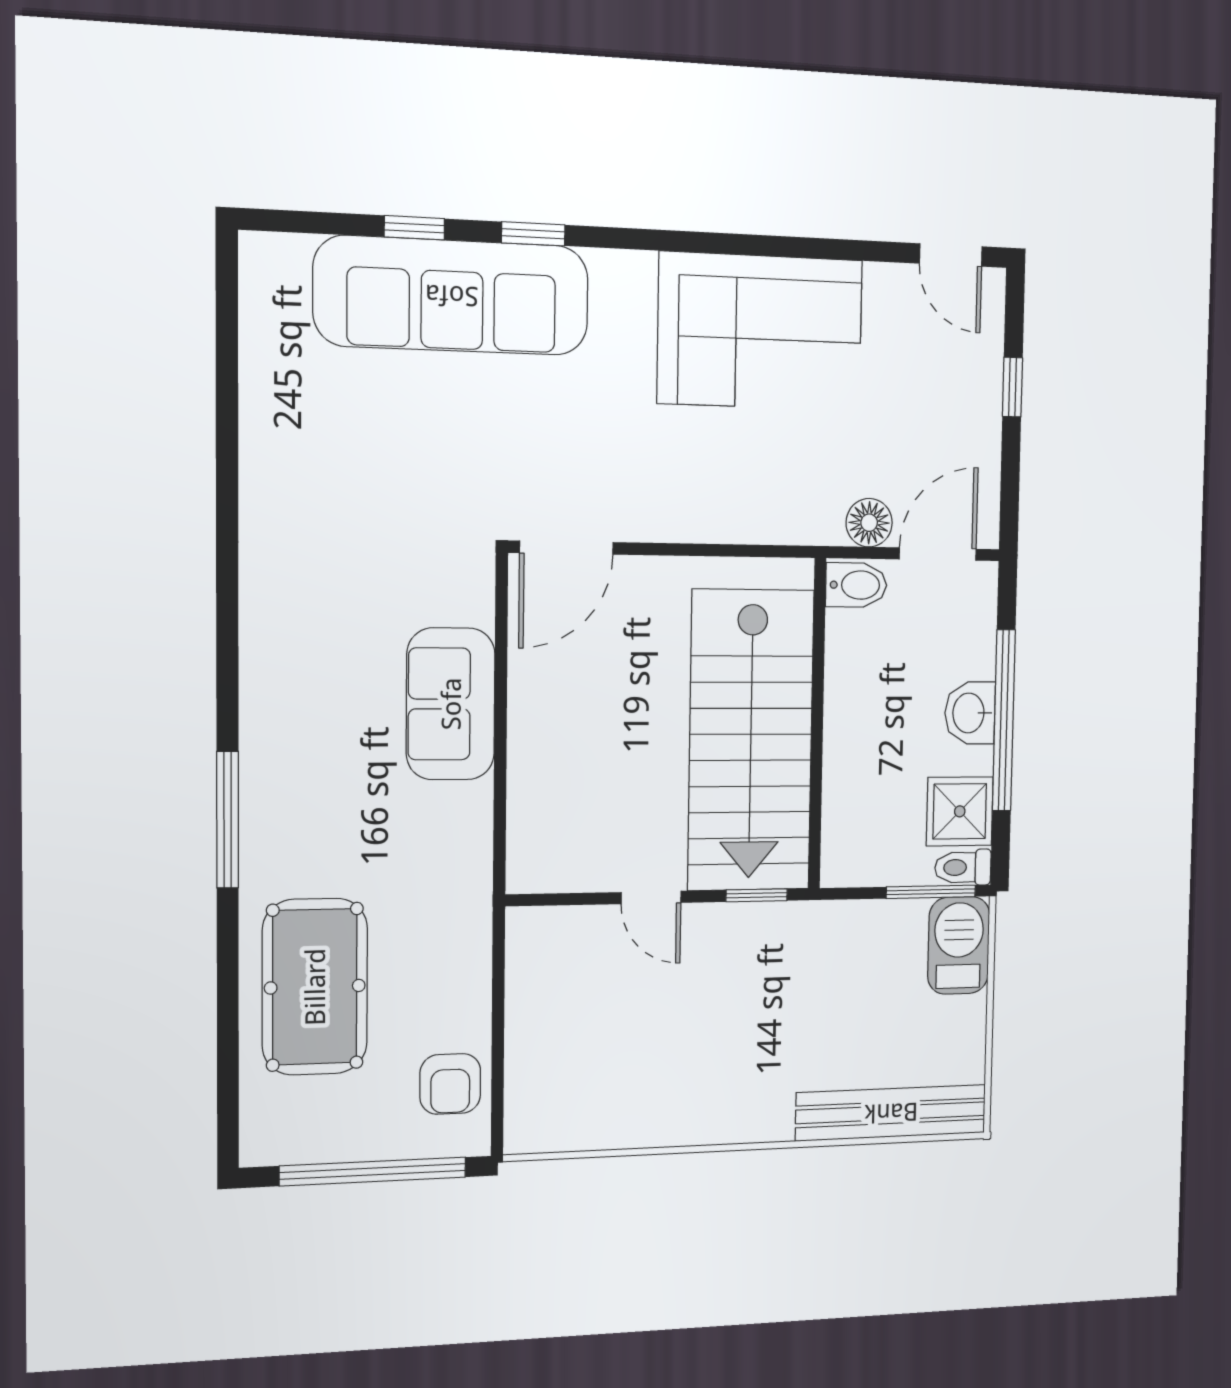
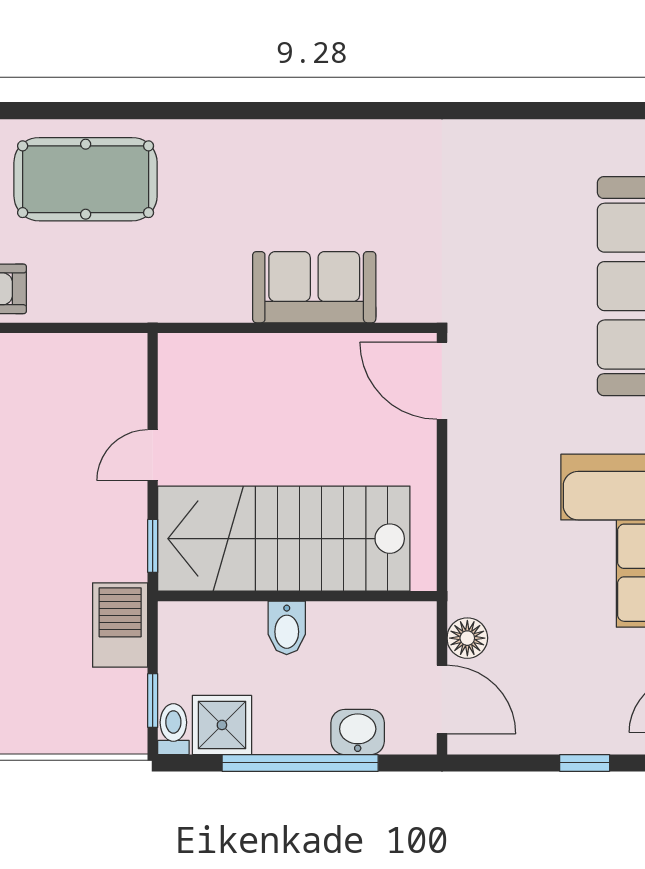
bidet: (856, 585) -> (287, 628), moved
washbasin: (970, 713) -> (358, 732), moved
window: (228, 820) -> (222, 111), removed
window: (931, 892) -> (153, 701), width x0.67
barbecue: (959, 945) -> (120, 625), moved, turned -90

